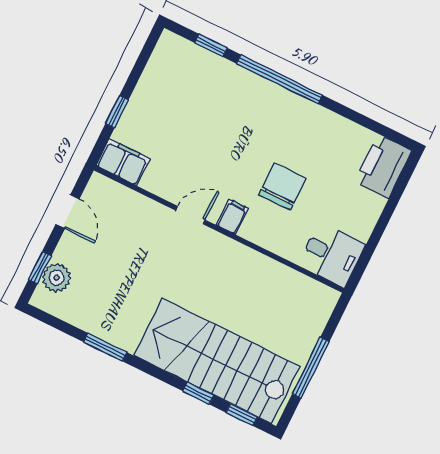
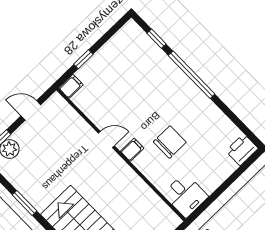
filing cabinet: (123, 162) -> (71, 86), width x0.50
printer: (383, 166) -> (242, 150), width x0.73, depth x0.84
door: (68, 212) -> (31, 110), swing flipped

